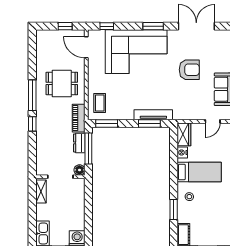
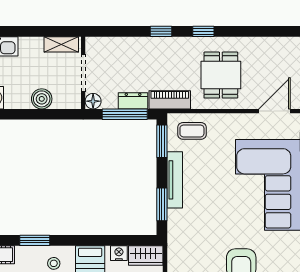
window: (32, 95) -> (203, 31), width x0.46
tv unit: (153, 115) -> (175, 180), moved
boiler: (78, 205) -> (42, 99), added

